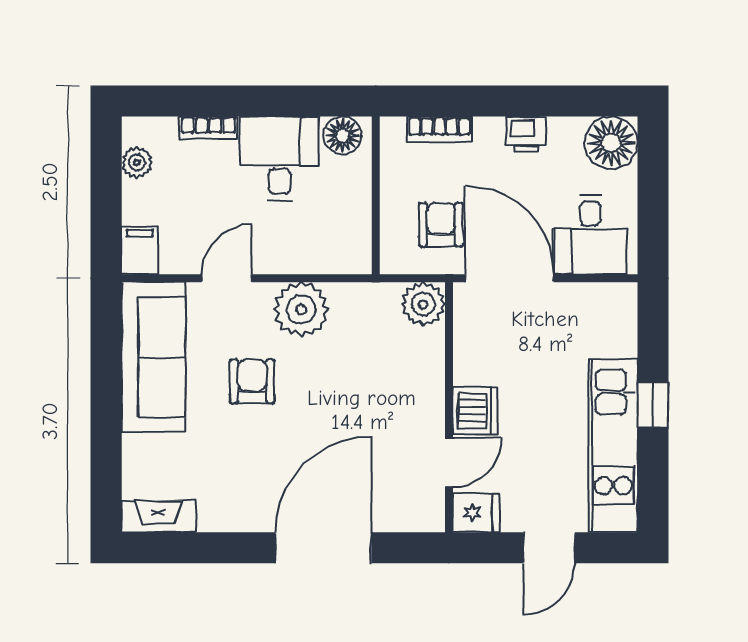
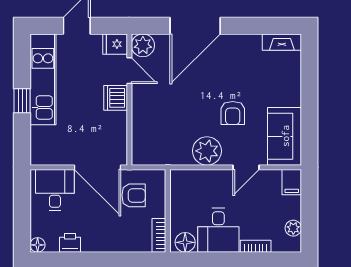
bookcase: (439, 129) -> (159, 235), moved, turned -90
printer: (526, 135) -> (70, 243), moved
floor lamp: (611, 143) -> (38, 245), width x0.53, depth x0.53
armchair: (441, 225) -> (134, 195), turned -90
plant: (423, 304) -> (143, 45), moved
sofa: (153, 357) -> (285, 136), width x0.73
door: (449, 462) -> (129, 71), swing flipped

